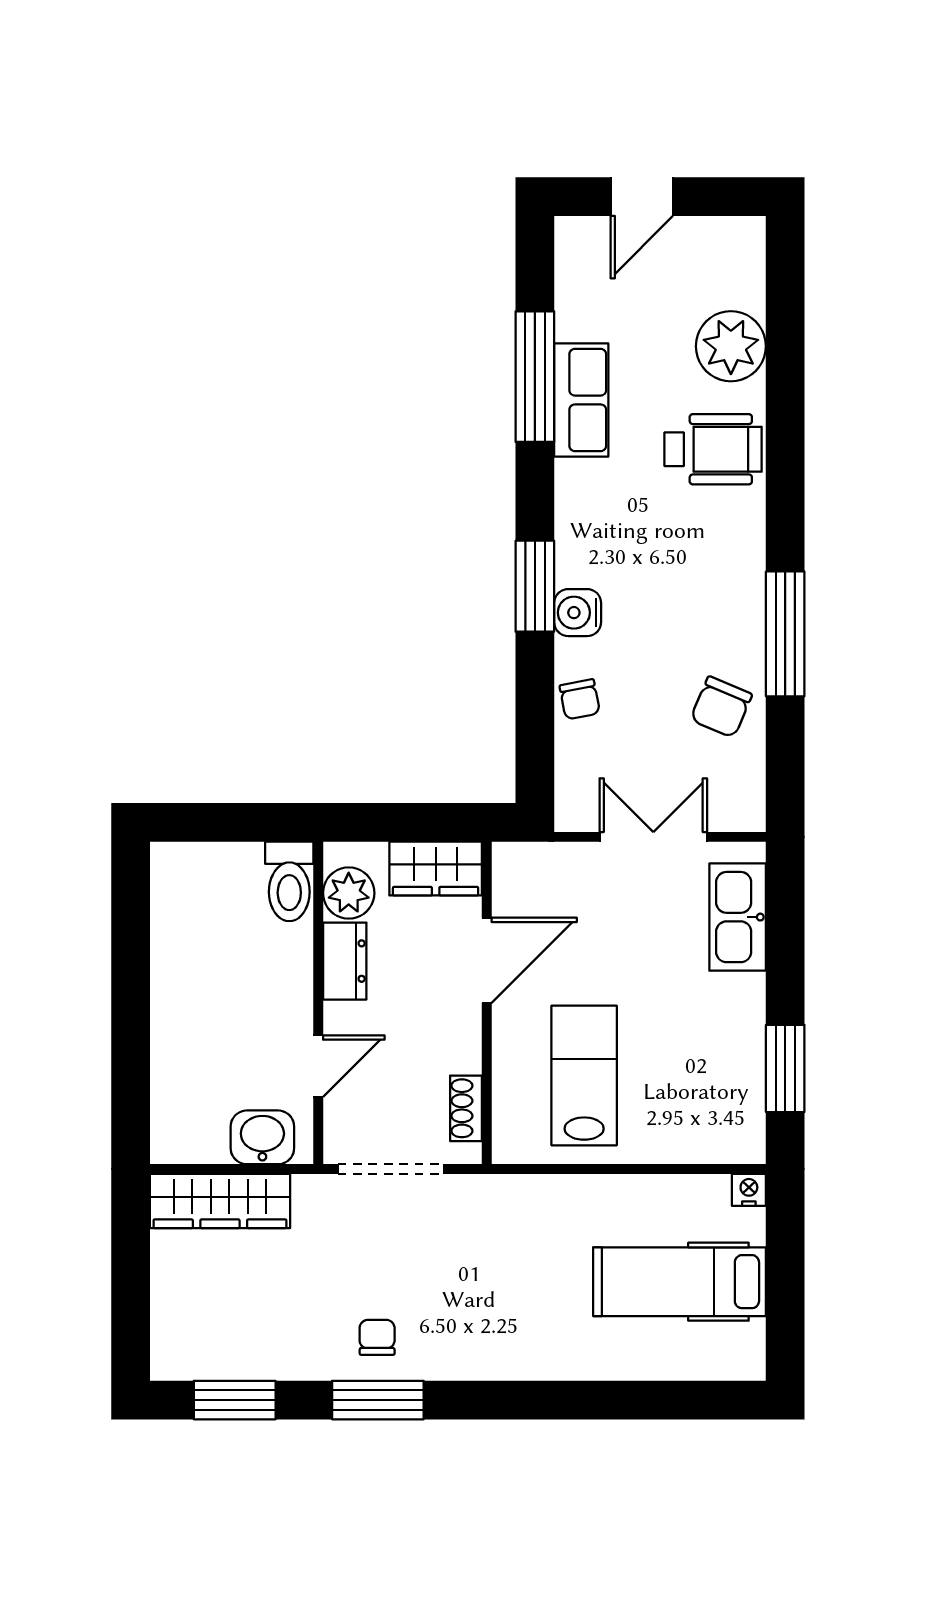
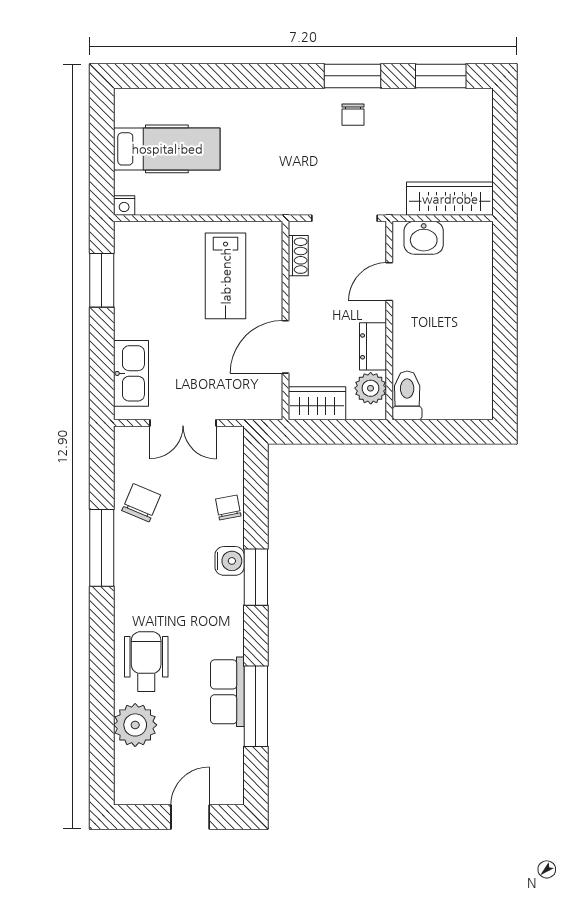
wheelchair: (713, 449) -> (146, 662), turned 90

